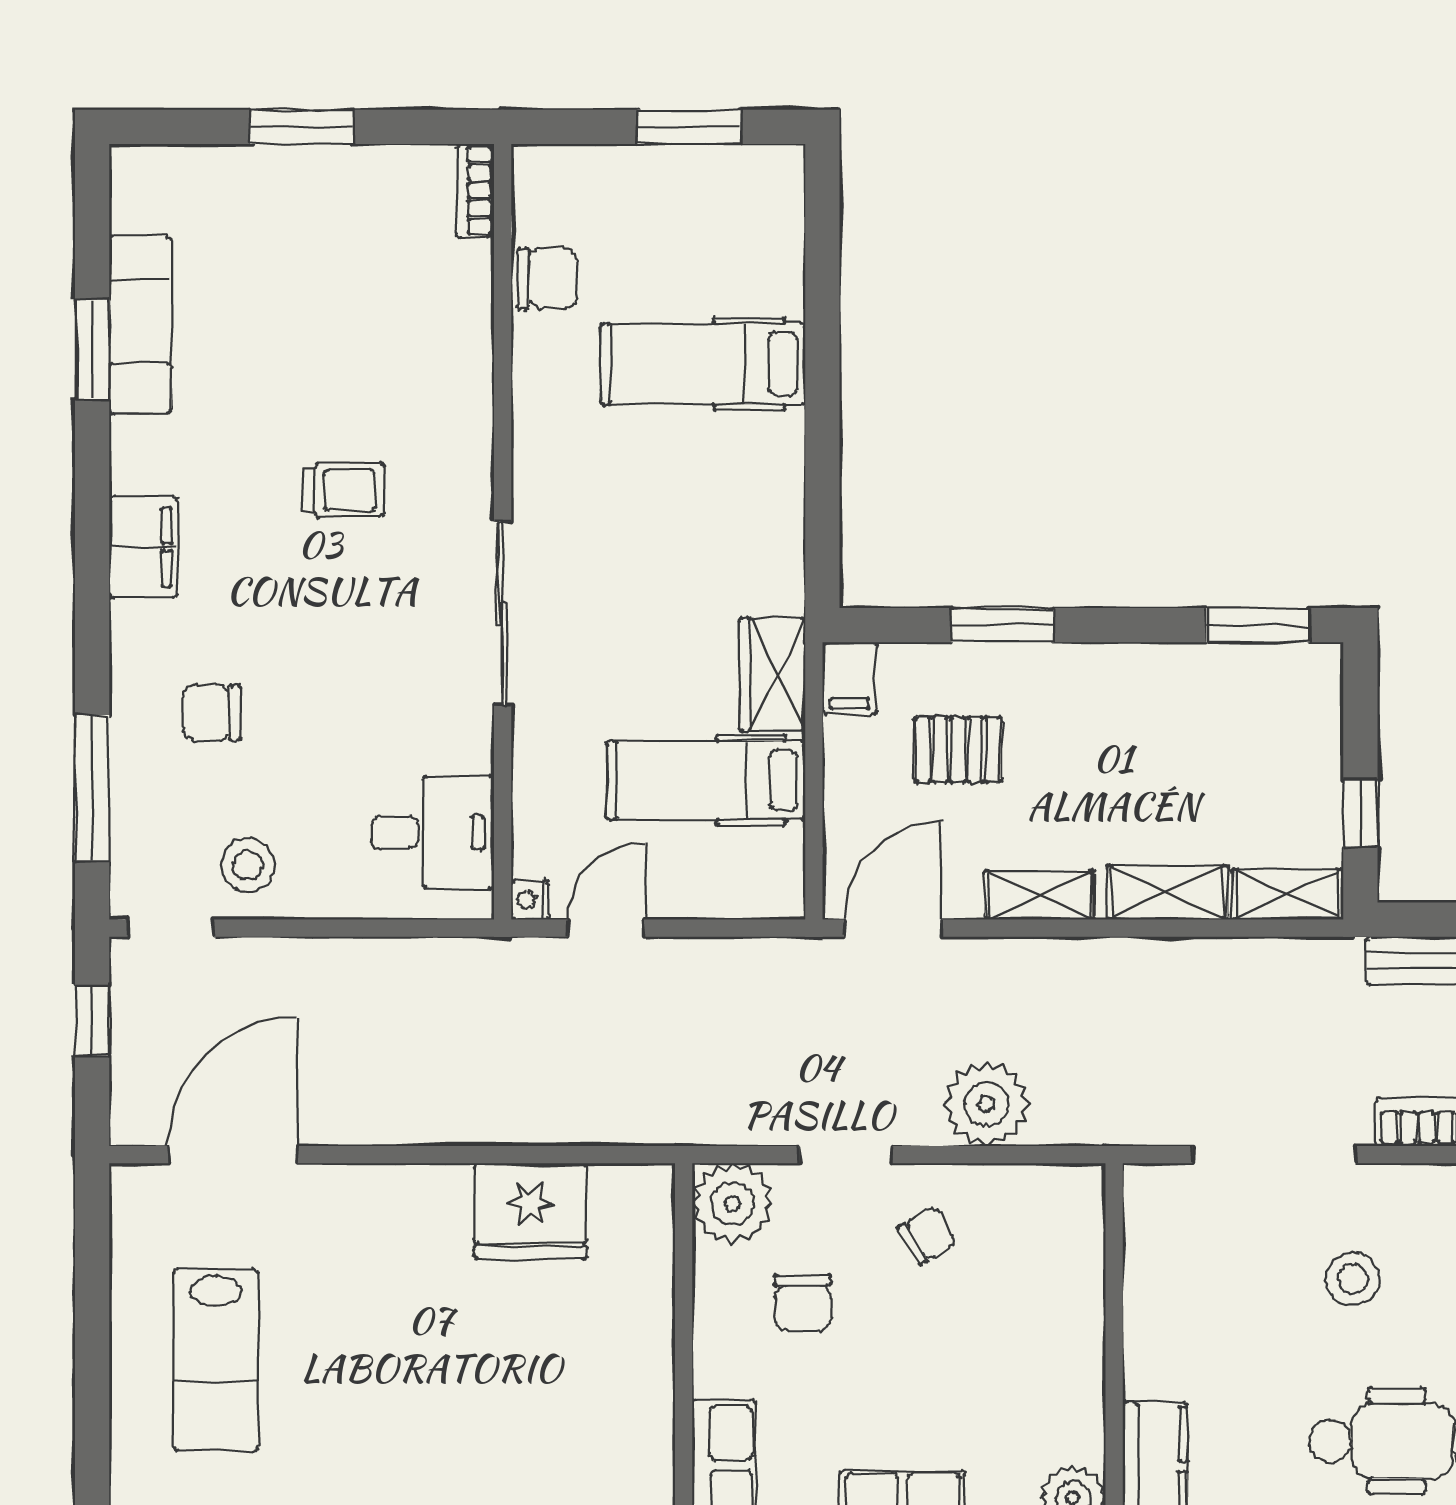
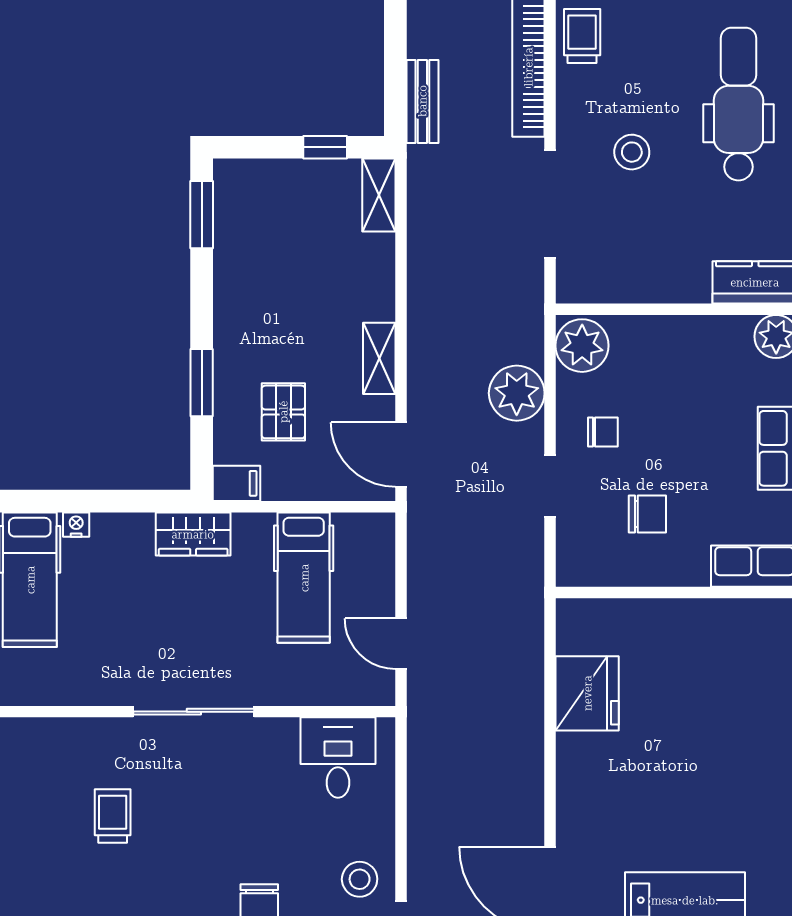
wardrobe: (773, 674) -> (193, 534), moved
shelving: (1167, 893) -> (378, 274), removed
nightstand: (530, 900) -> (76, 525), moved, turned 180
plant: (732, 1203) -> (582, 346), moved
chair: (928, 1235) -> (603, 432), turned 121

